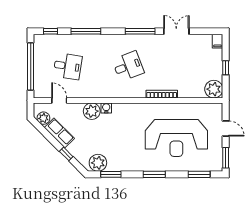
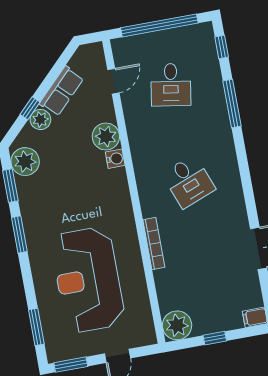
window: (140, 31) -> (248, 191), removed
plant: (43, 118) -> (40, 119), moved
window: (154, 174) -> (19, 235), moved

